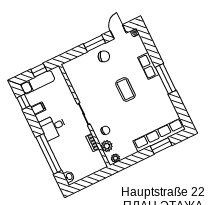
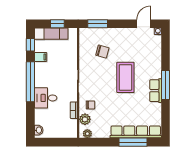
window: (95, 43) -> (98, 24), moved
chair: (104, 56) -> (102, 51), moved
row of seats: (148, 66) -> (156, 91), moved
coffee table: (125, 89) -> (125, 77), width x1.36, depth x1.32
desk: (53, 127) -> (46, 98), moved
window: (161, 146) -> (133, 142), width x1.44
window: (49, 154) -> (30, 82), moved

